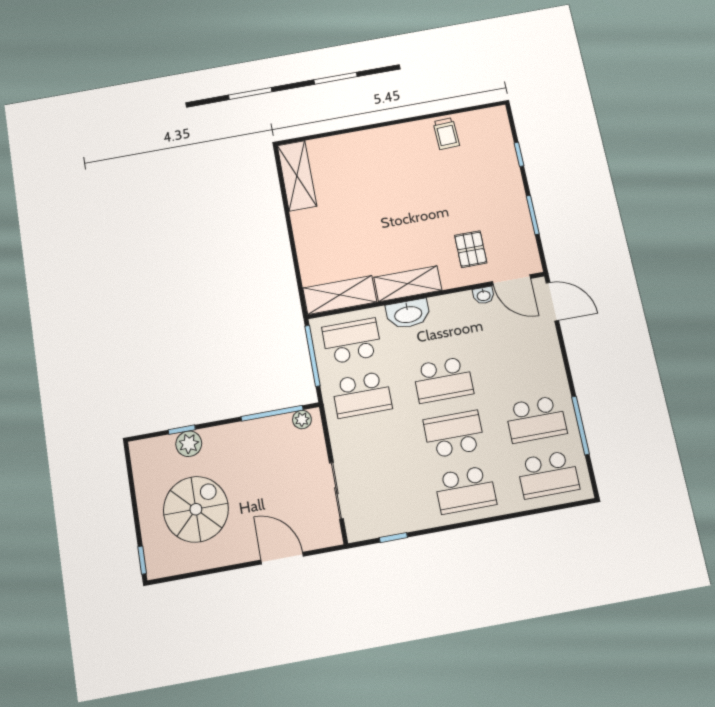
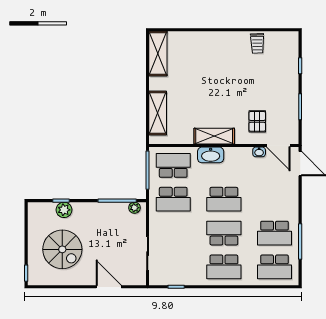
shelving: (340, 295) -> (158, 113), moved, turned 90
spiral stairs: (196, 509) -> (62, 249), turned 90

